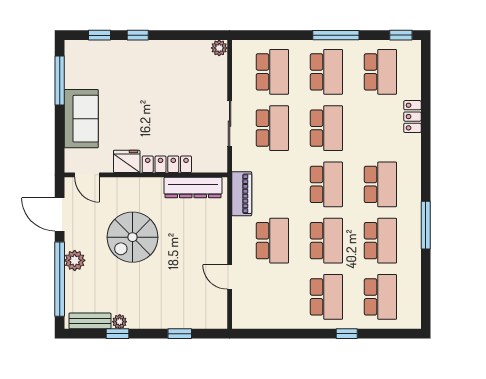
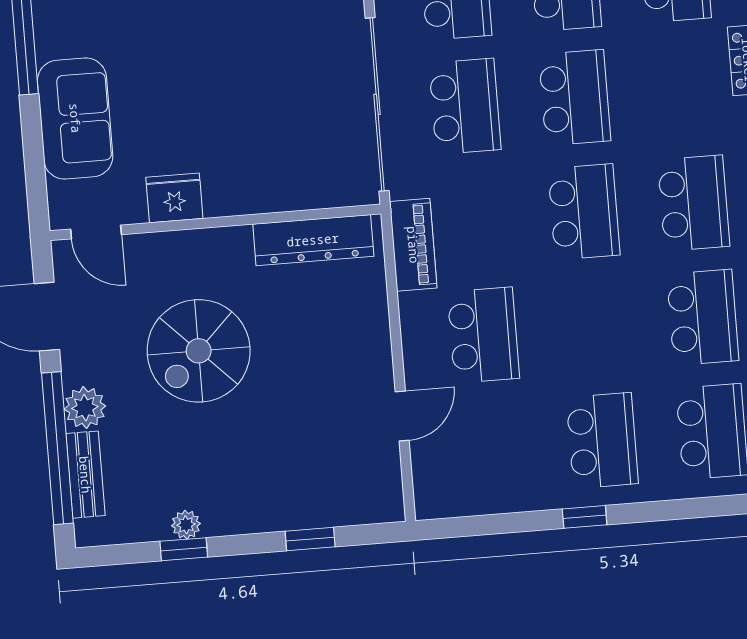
sliding door: (230, 124) -> (377, 104), width x1.86
locker: (167, 164) -> (256, 197), removed
school desk: (326, 241) -> (593, 326), removed
door: (230, 277) -> (402, 416), swing flipped
bench: (90, 321) -> (85, 475), moved, turned 90
window: (347, 334) -> (585, 517), moved

